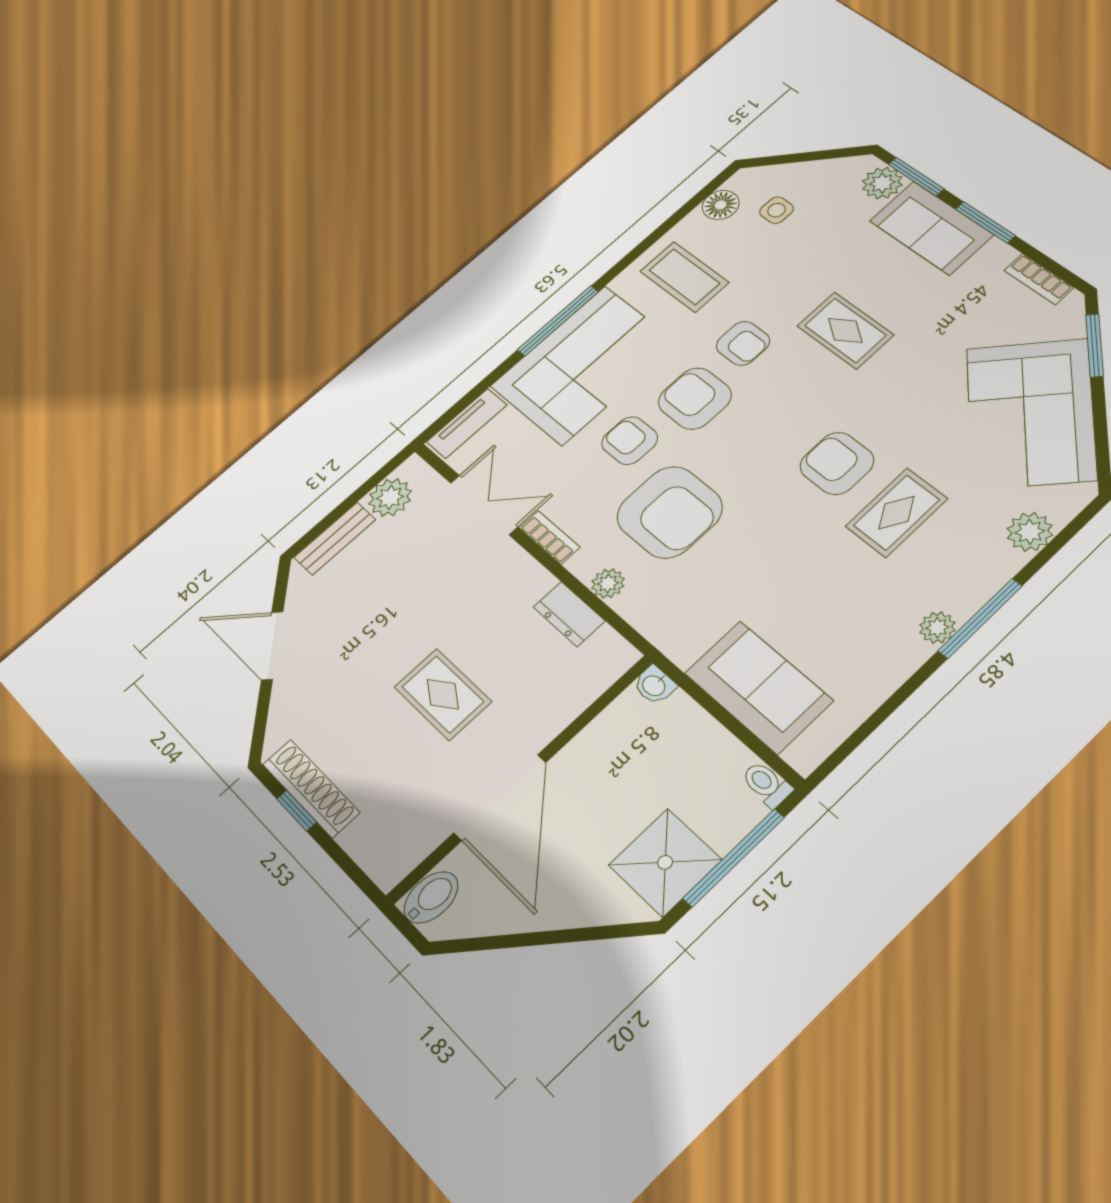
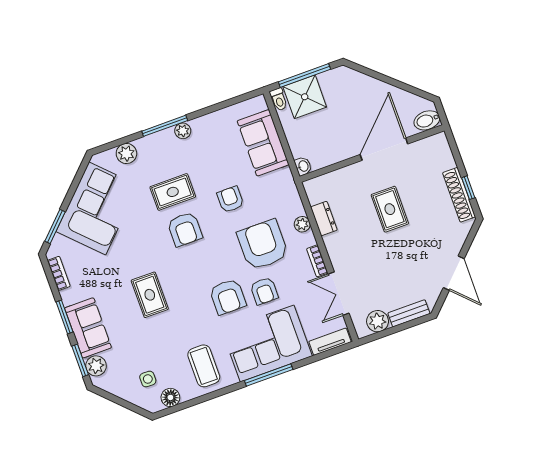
armchair: (743, 343) -> (230, 199), moved
shower: (665, 862) -> (305, 97), moved

